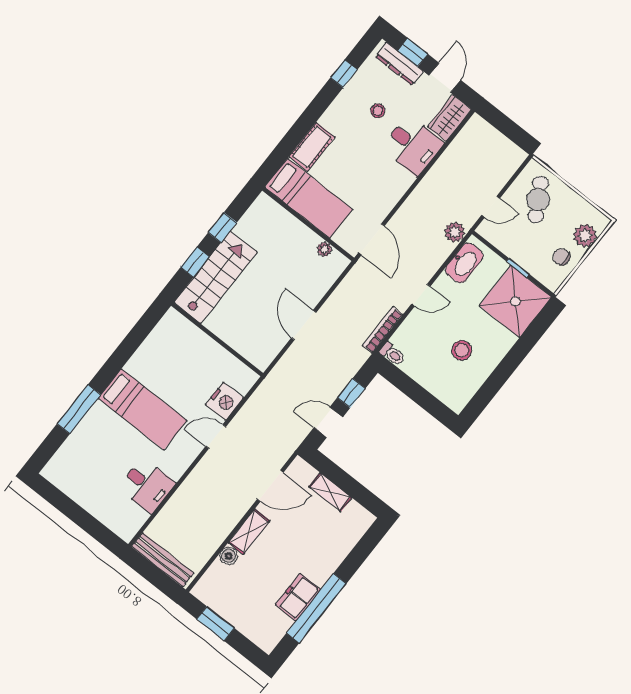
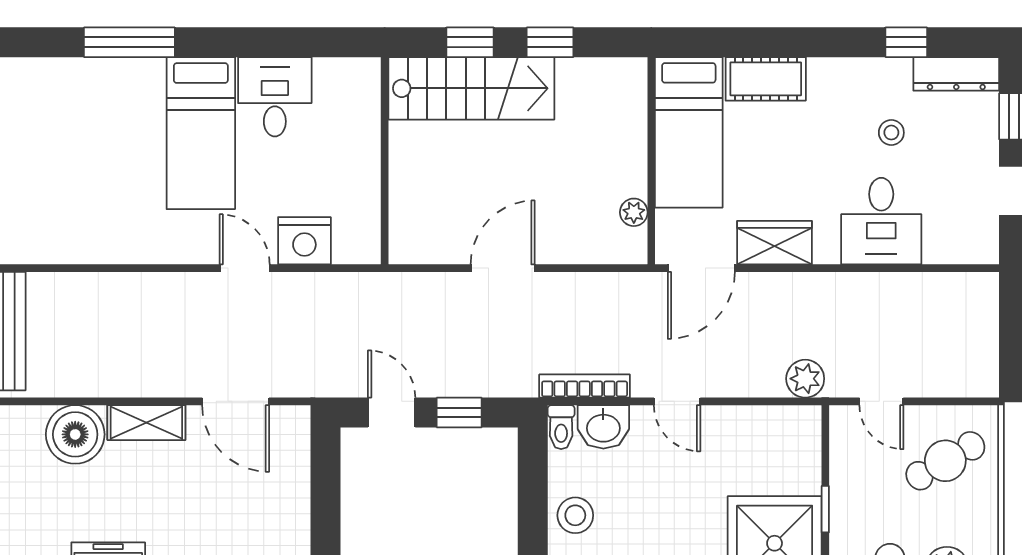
dresser: (399, 64) -> (956, 74), moved, turned -90
wardrobe: (449, 118) -> (774, 243), moved
washbasin: (464, 263) -> (603, 427), moved, width x0.72
stool: (462, 350) -> (575, 515), moved
desk: (147, 485) -> (275, 97), moved, turned 180
shelving: (330, 492) -> (294, 494), removed
boiler: (229, 556) -> (75, 434), width x1.86, depth x1.86

